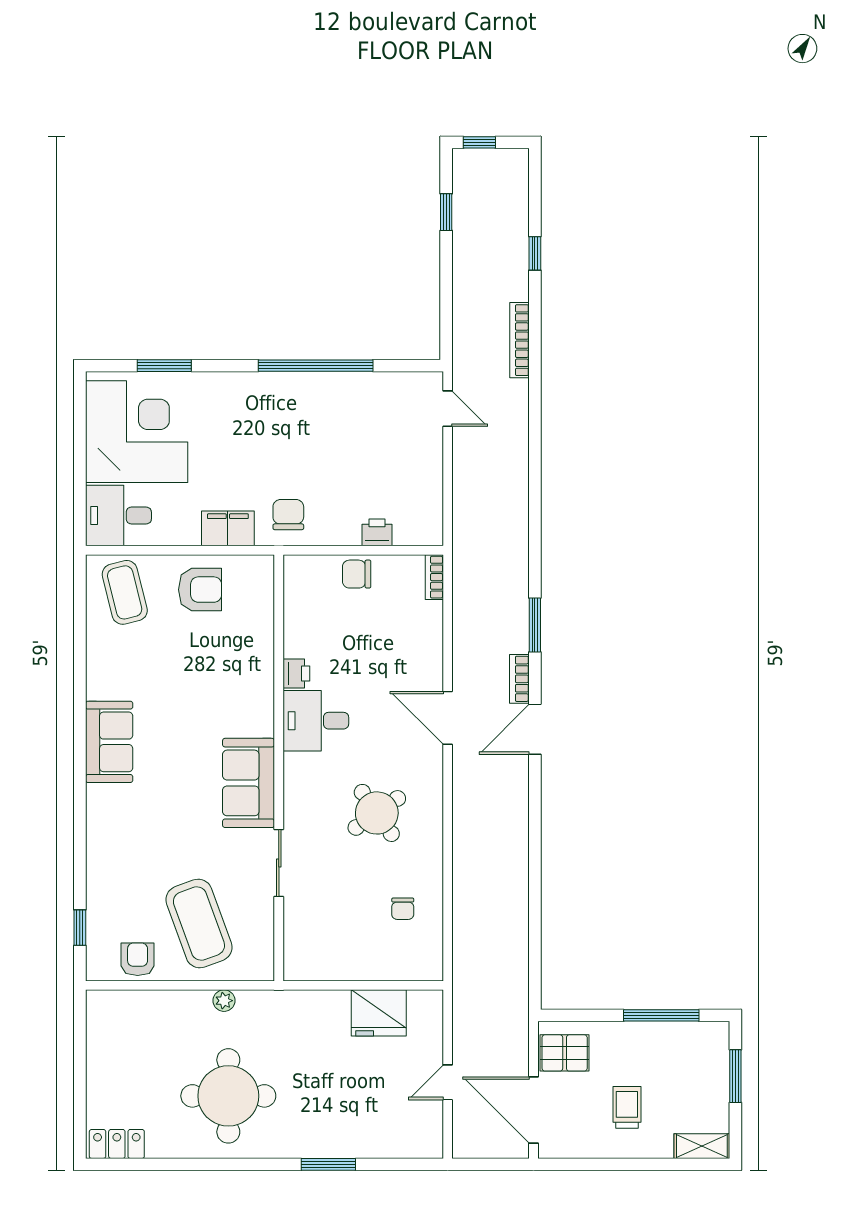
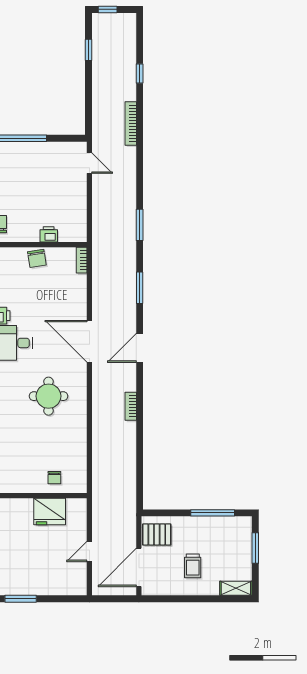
window: (535, 516) -> (140, 225), added
chair: (357, 574) -> (37, 258), turned -99
bookcase: (519, 679) -> (131, 406), moved
door: (448, 718) -> (89, 341), width x1.36
round table: (377, 813) -> (49, 396), turned 35
chair: (403, 909) -> (54, 478), moved
trolley: (627, 1107) -> (193, 566), turned 180
door: (534, 1110) -> (139, 567), hinge flipped

